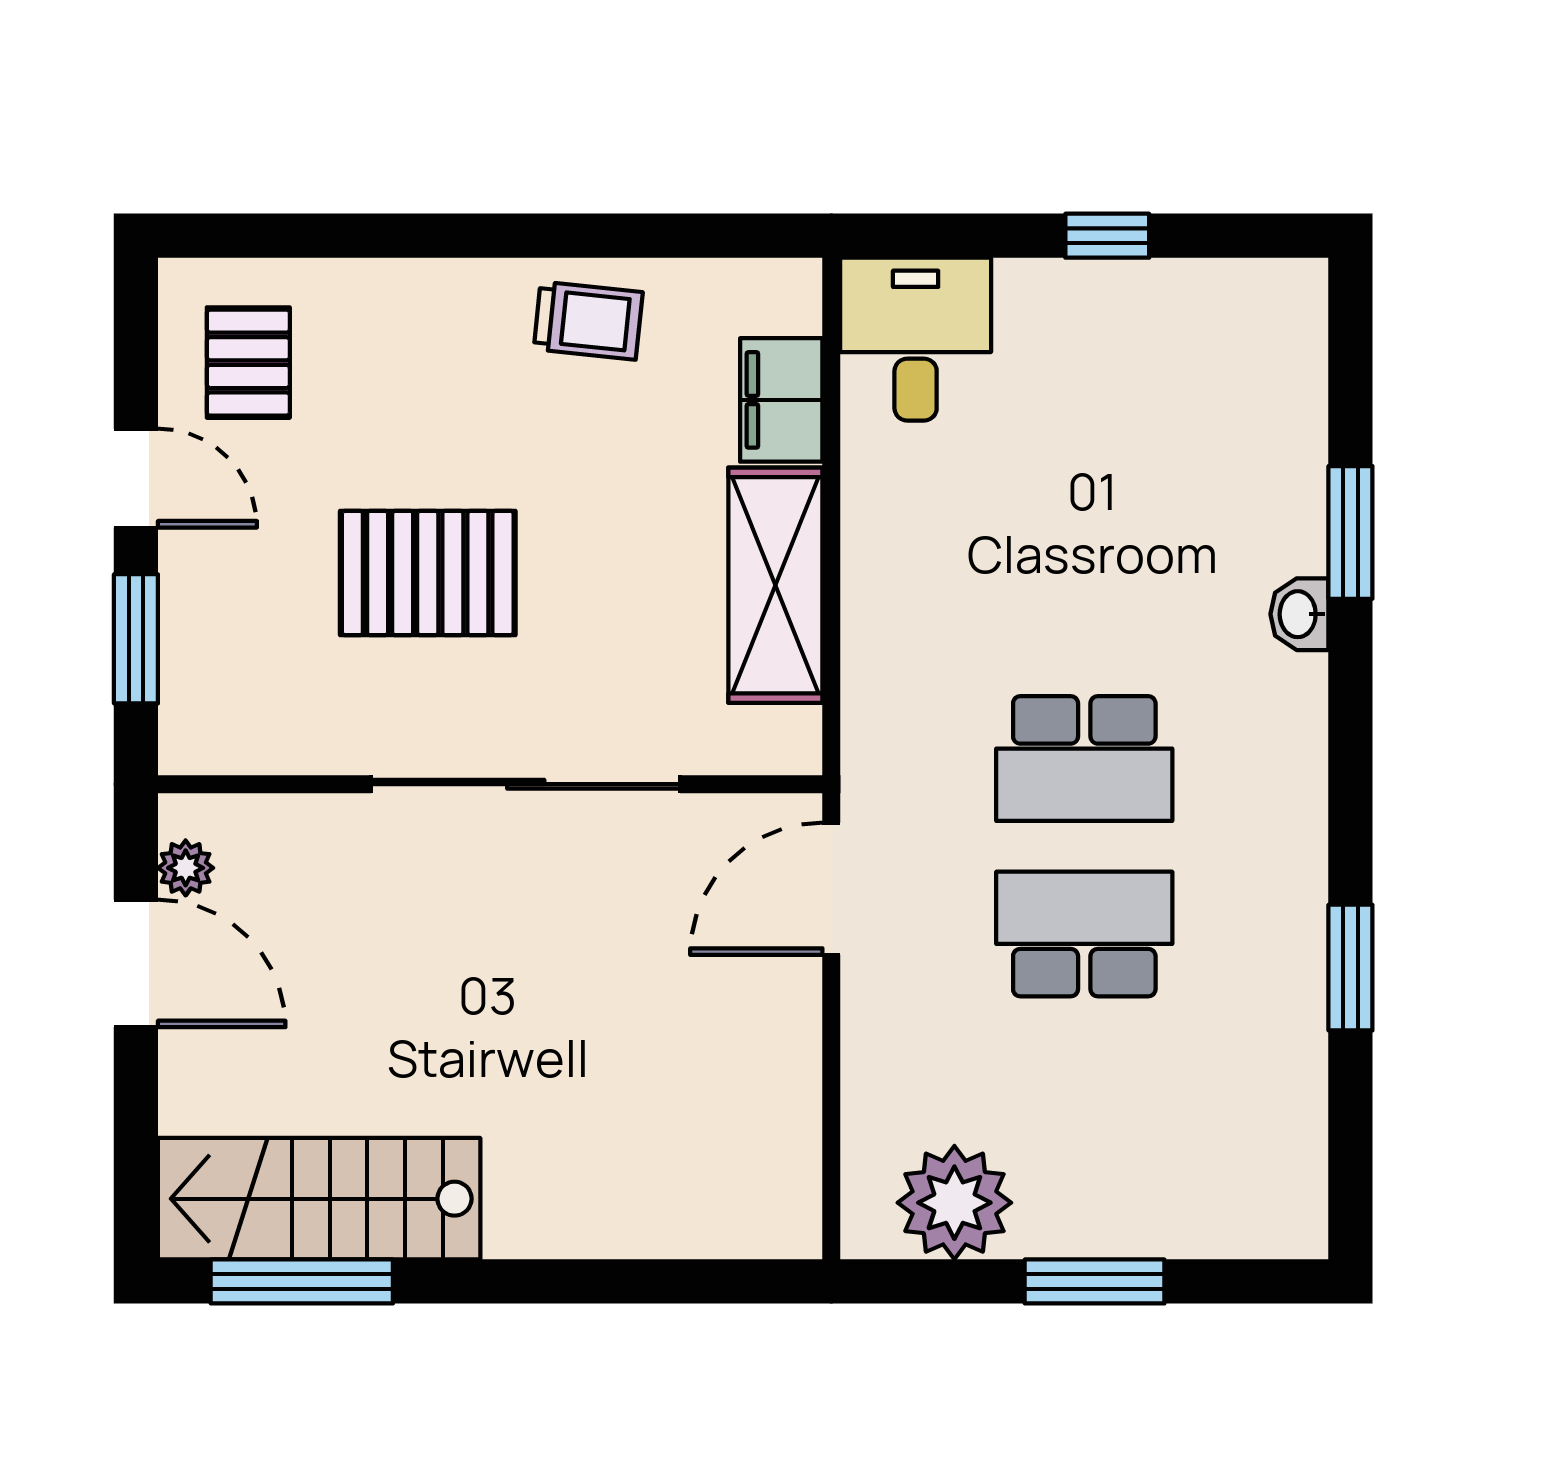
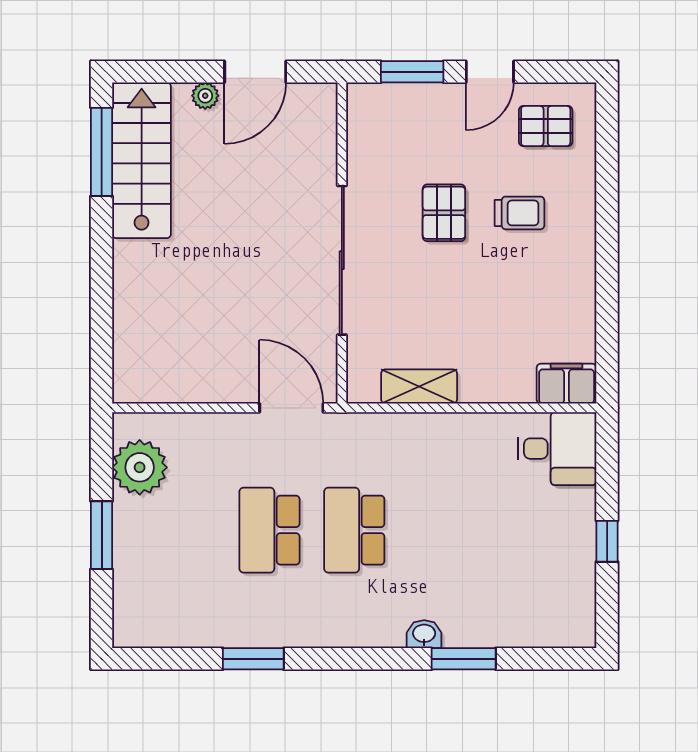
trolley: (588, 321) -> (520, 213), moved, turned -96
filing cabinet: (781, 400) -> (567, 384), moved
pallet: (428, 573) -> (444, 213), width x0.67, depth x0.71
shelving: (775, 585) -> (419, 386), width x0.67, depth x0.75
plant: (186, 868) -> (205, 96), moved
school desk: (1084, 934) -> (269, 530), turned 180

